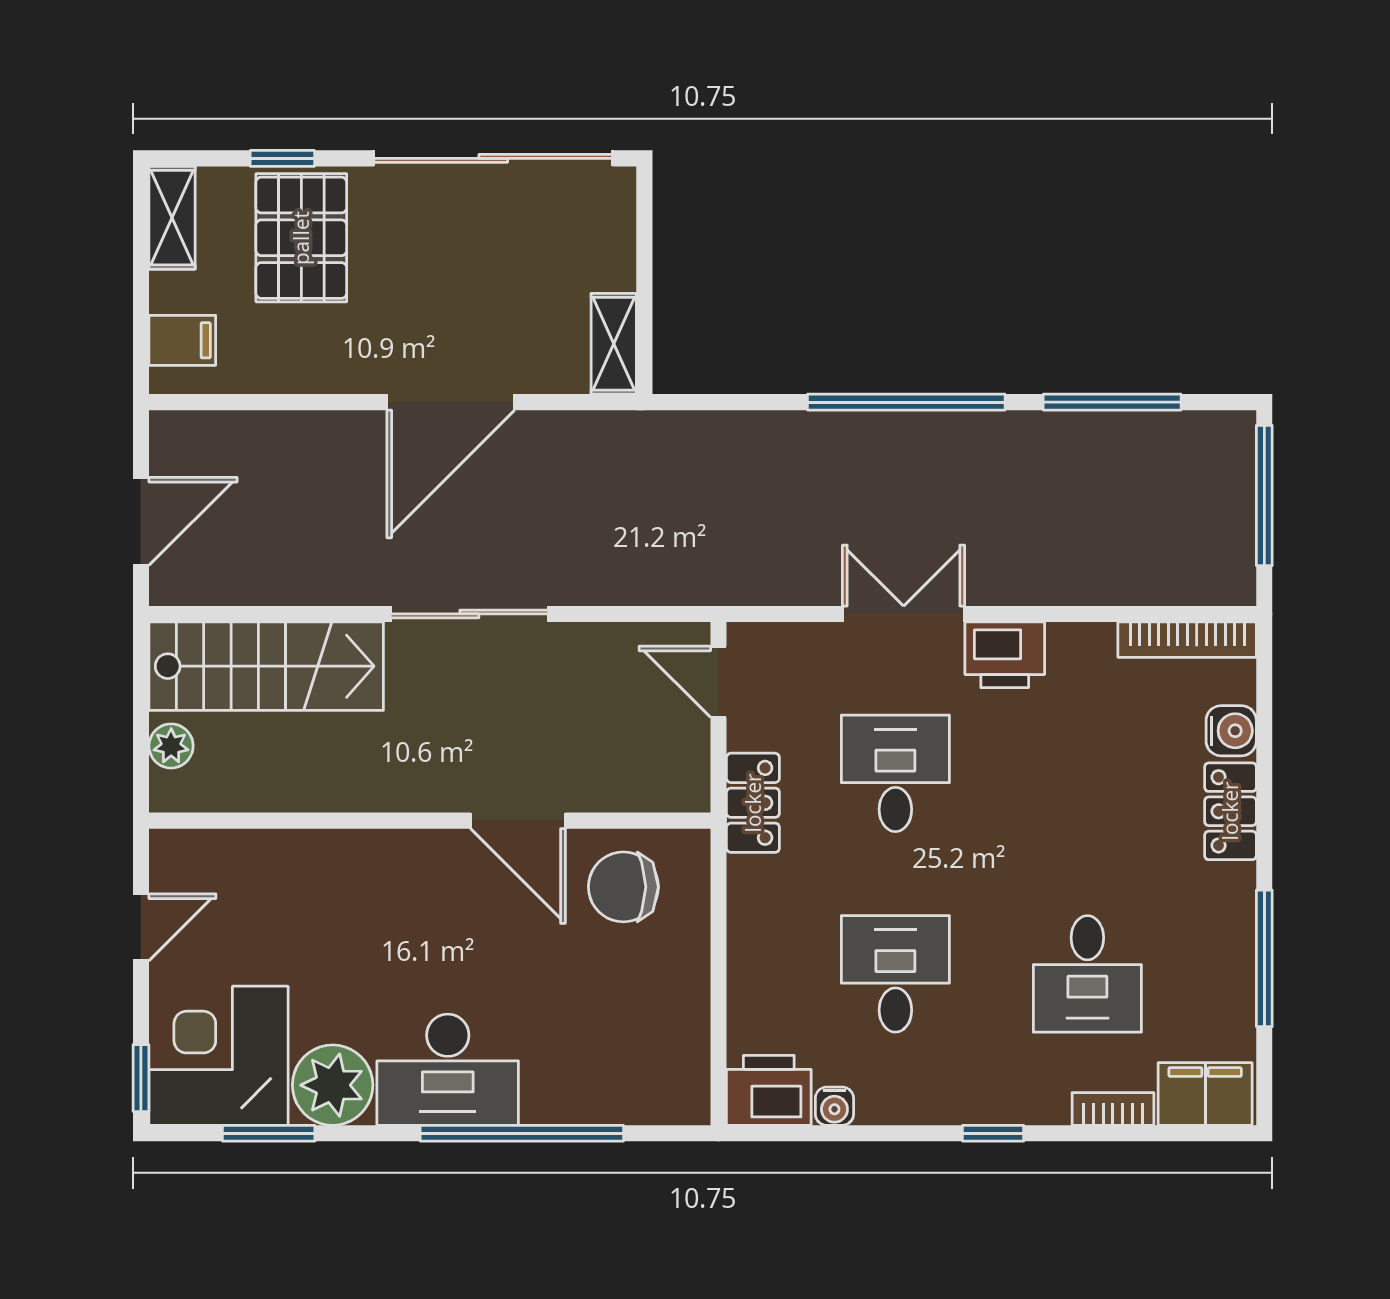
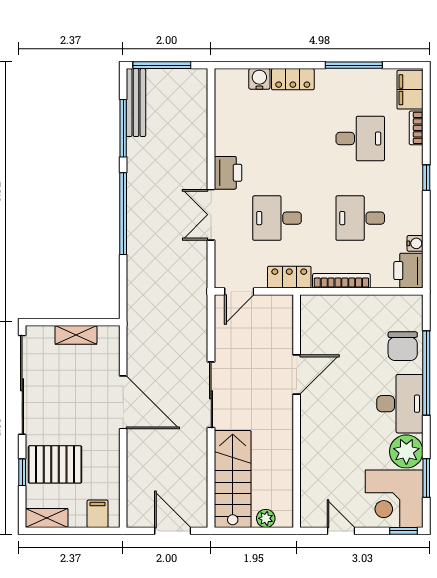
shelving: (614, 344) -> (76, 335), moved
bench: (1174, 433) -> (136, 103), added
bookcase: (1187, 640) -> (341, 281), moved, turned -90
chair: (623, 887) -> (403, 346), moved

